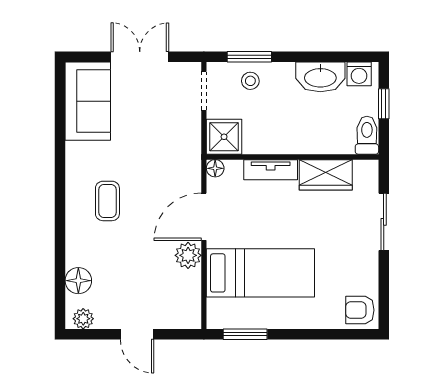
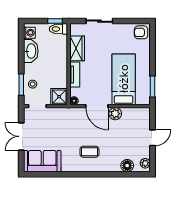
window: (384, 104) -> (55, 21), moved
armchair: (360, 310) -> (141, 32), turned 90

